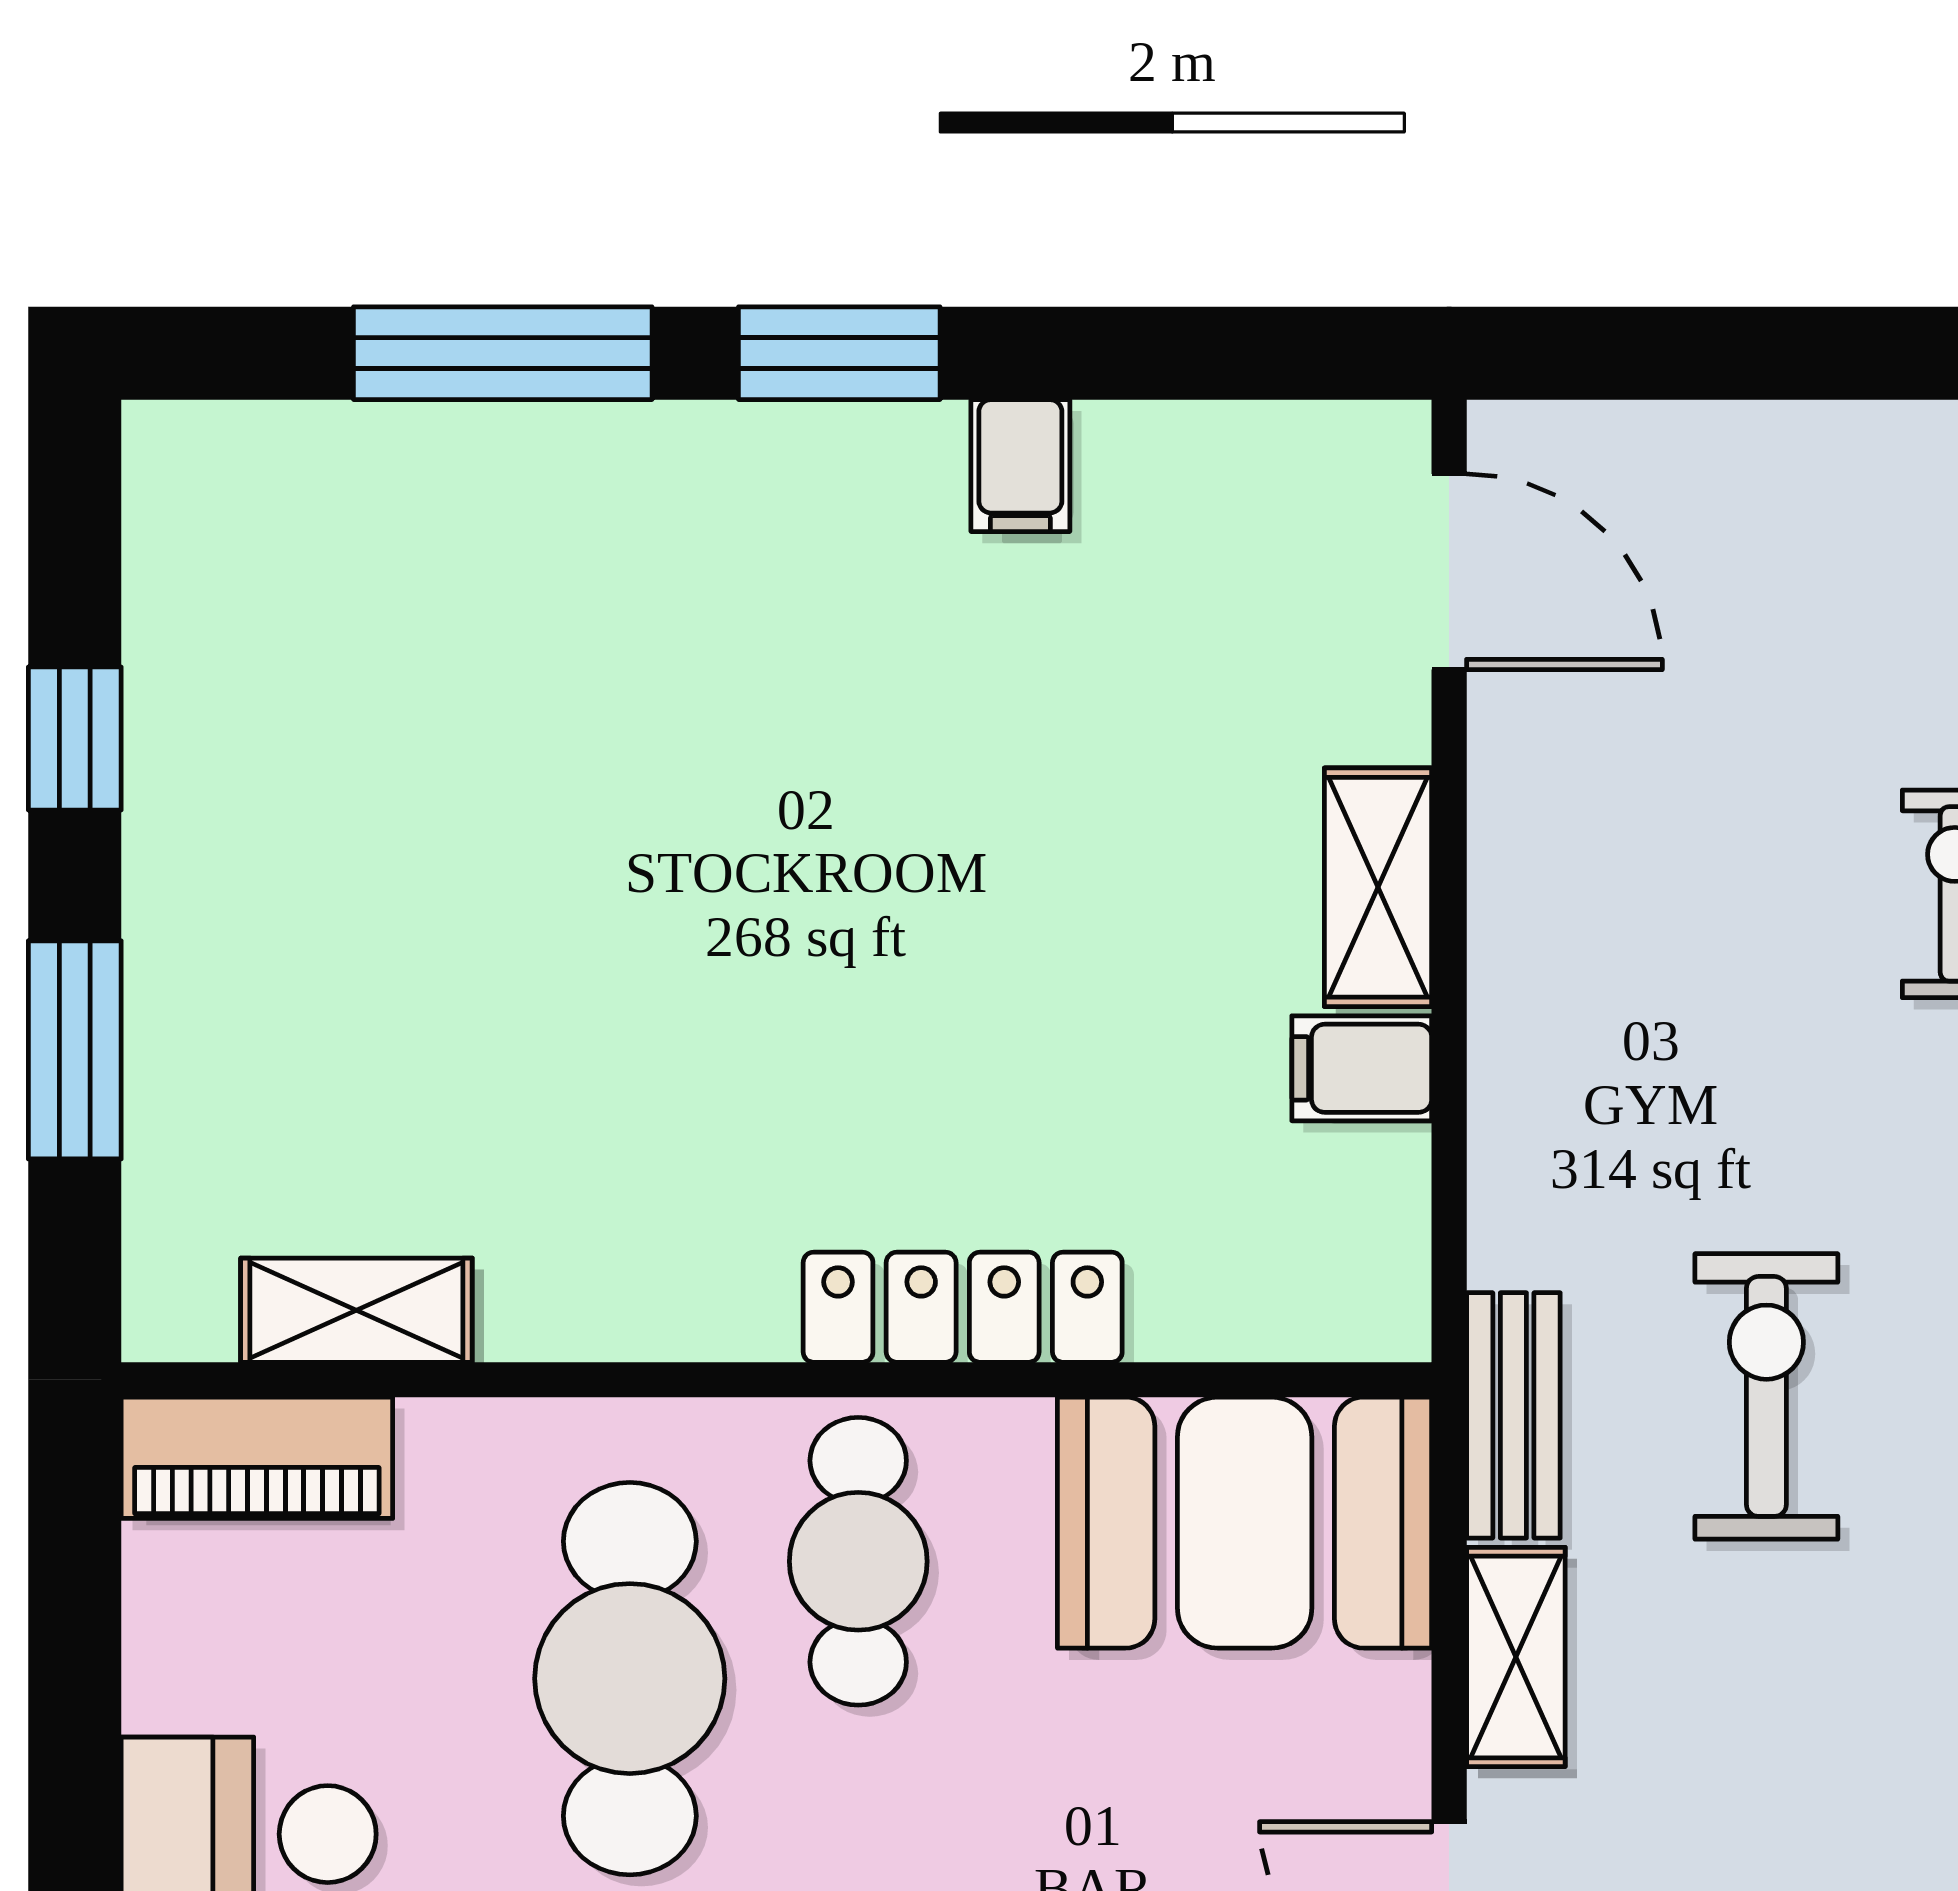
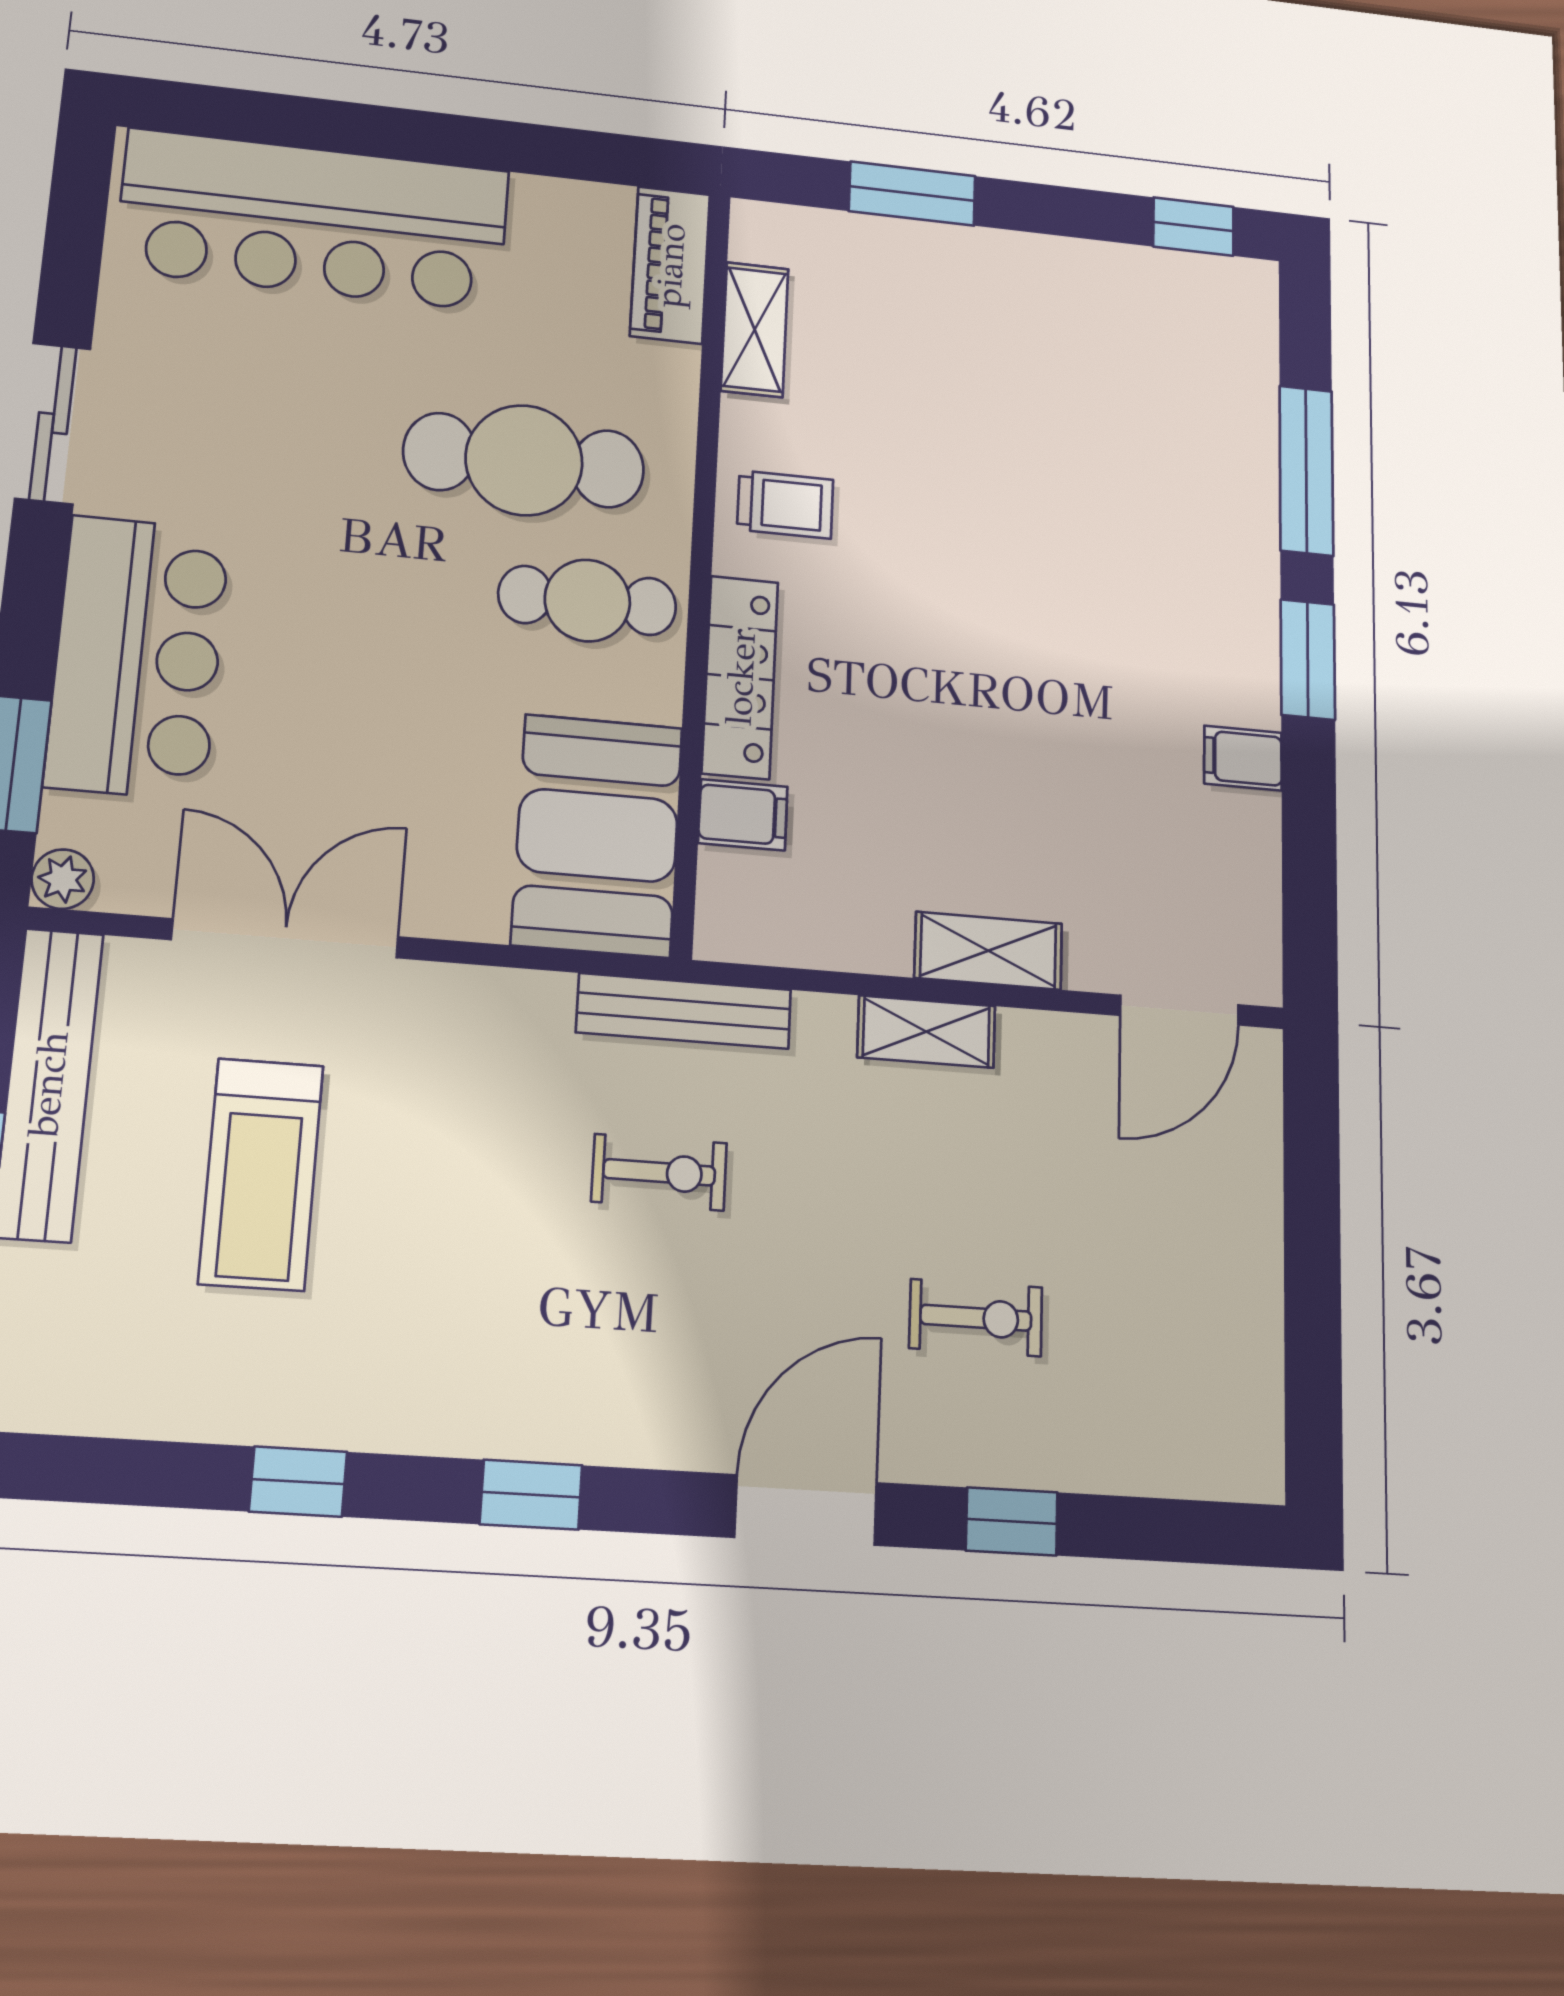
window: (75, 739) -> (1193, 227), moved
filing cabinet: (1362, 1068) -> (743, 815), moved, turned 90
trolley: (660, 1246) -> (785, 505), added
exercise bike: (1766, 1396) -> (659, 1172), width x0.73, depth x0.72
bench: (1513, 1415) -> (684, 1011), width x1.36
shelving: (1516, 1657) -> (926, 1032), moved

